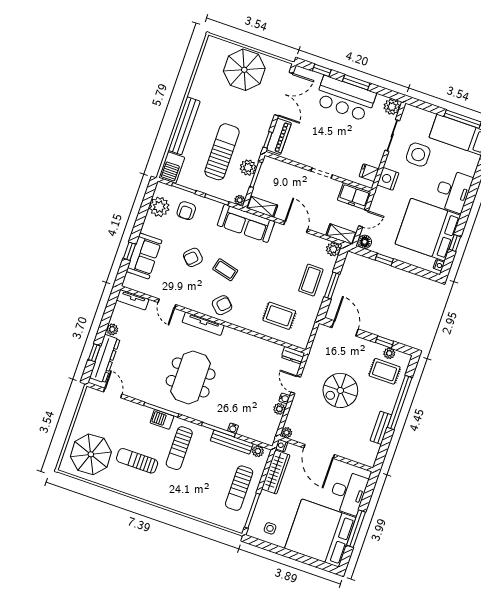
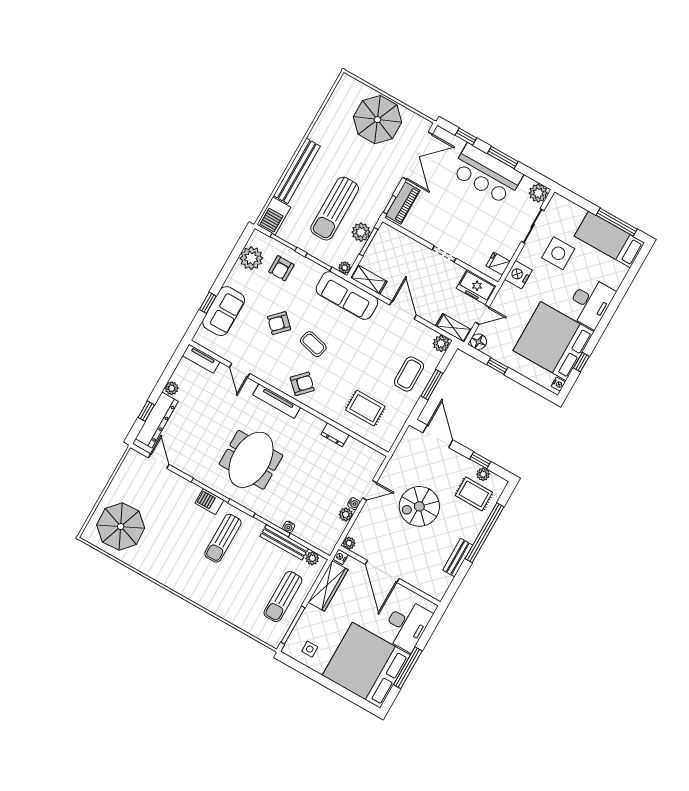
sun lounger: (222, 152) -> (335, 209), turned 180
dresser: (293, 355) -> (335, 435), moved
door: (296, 385) -> (370, 490), swing flipped
sun lounger: (137, 461) -> (172, 544), removed

